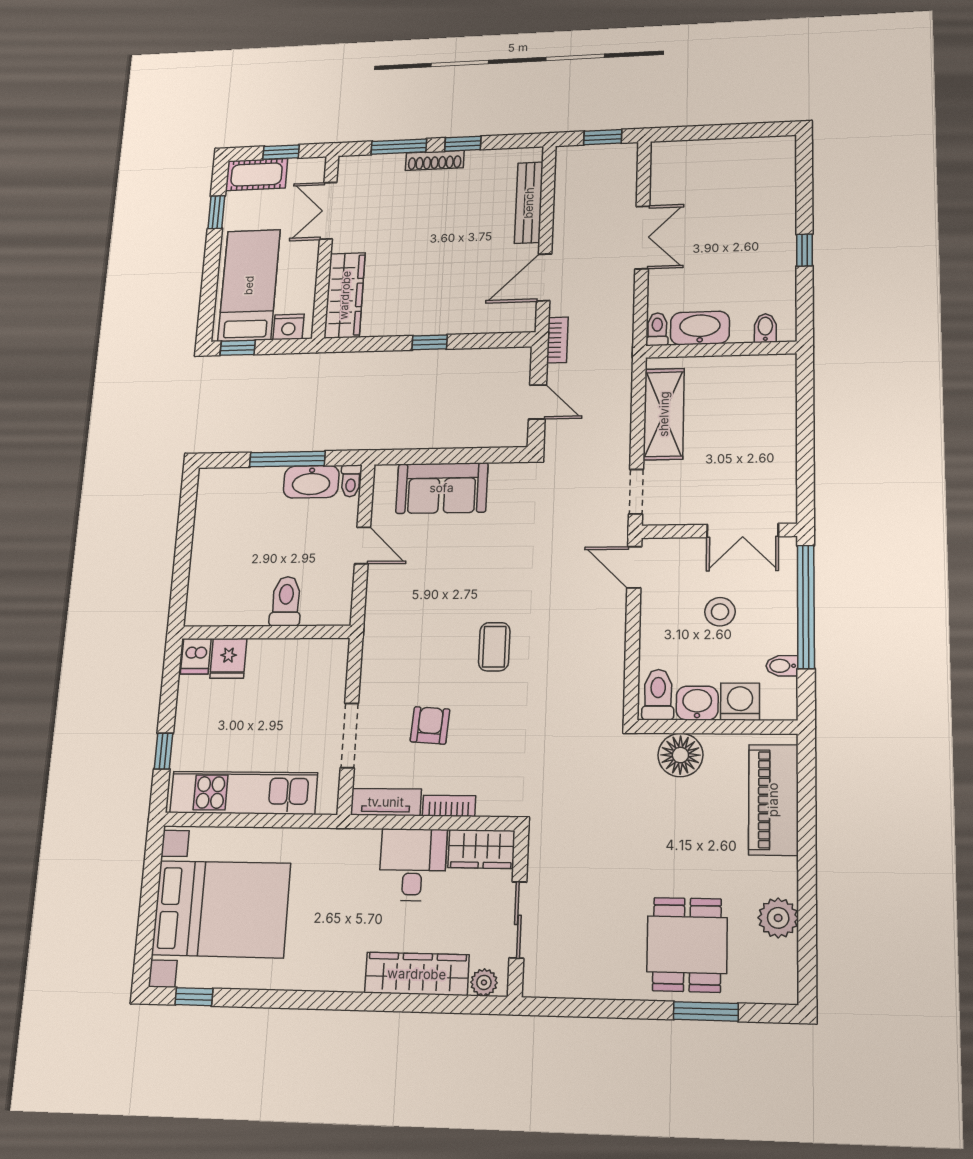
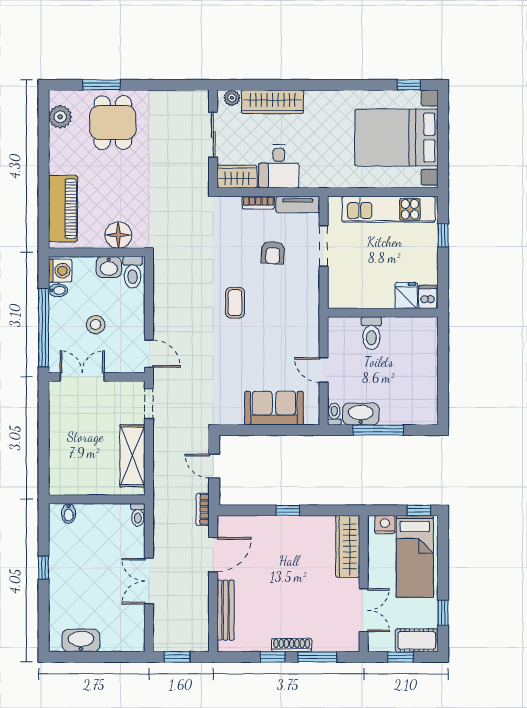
washbasin: (700, 328) -> (81, 640), moved, turned 180
washing machine: (740, 702) -> (60, 271), moved, turned -90
plant: (778, 918) -> (60, 117), moved

